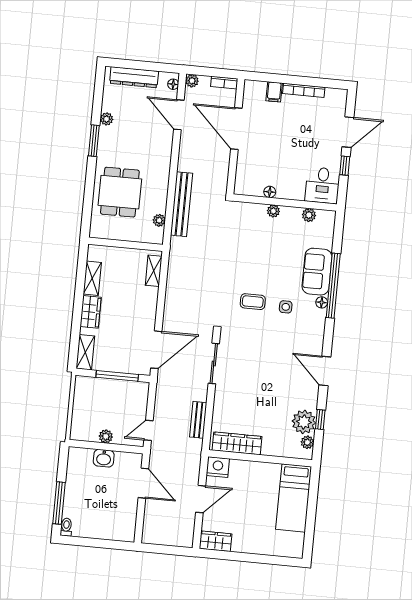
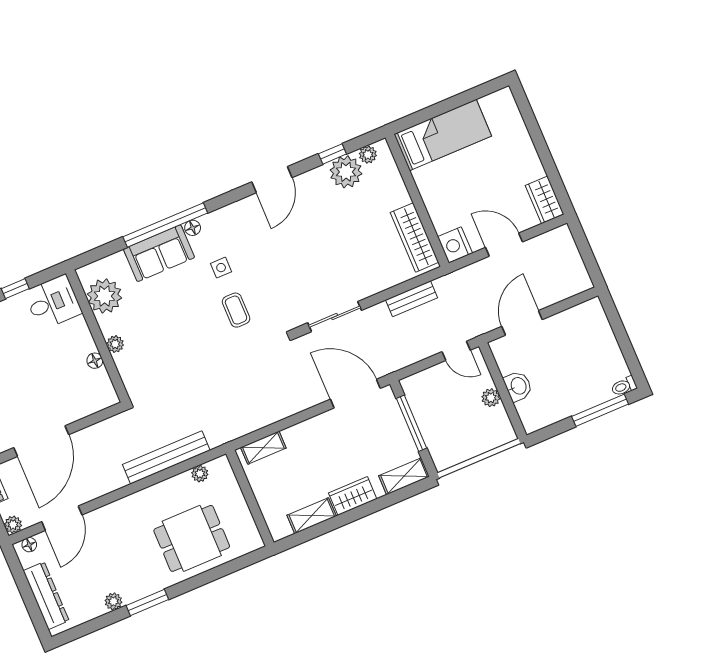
plant: (309, 215) -> (104, 296), width x1.87, depth x1.87

